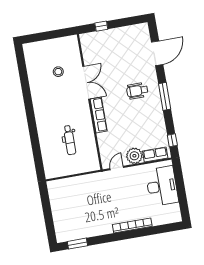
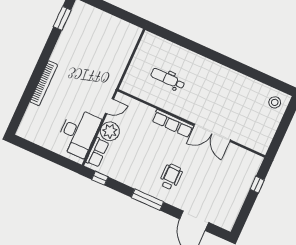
stool: (58, 72) -> (275, 102), moved
door: (117, 168) -> (110, 106), hinge flipped
desk: (162, 186) -> (78, 133), moved, turned -90

